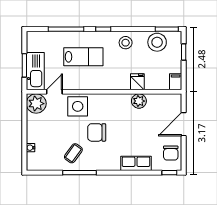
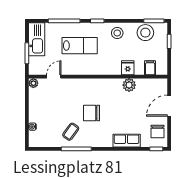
kitchen sink: (35, 71) -> (37, 39), moved
filing cabinet: (176, 82) -> (150, 68), moved
plant: (36, 104) -> (33, 83), width x0.53, depth x0.53
side table: (78, 106) -> (75, 90), removed

